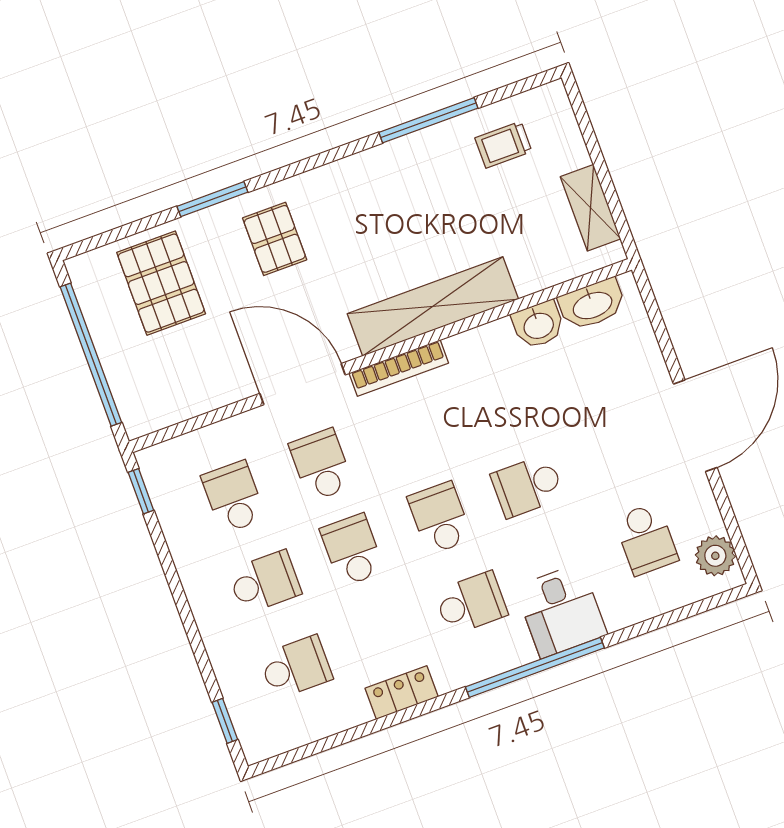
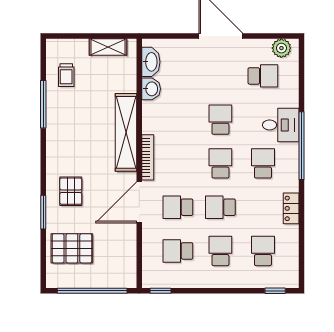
pallet: (275, 239) -> (71, 191), turned 90
school desk: (527, 486) -> (220, 120), turned 180
school desk: (440, 518) -> (220, 163), turned 90

